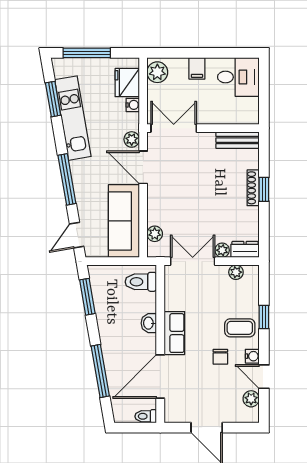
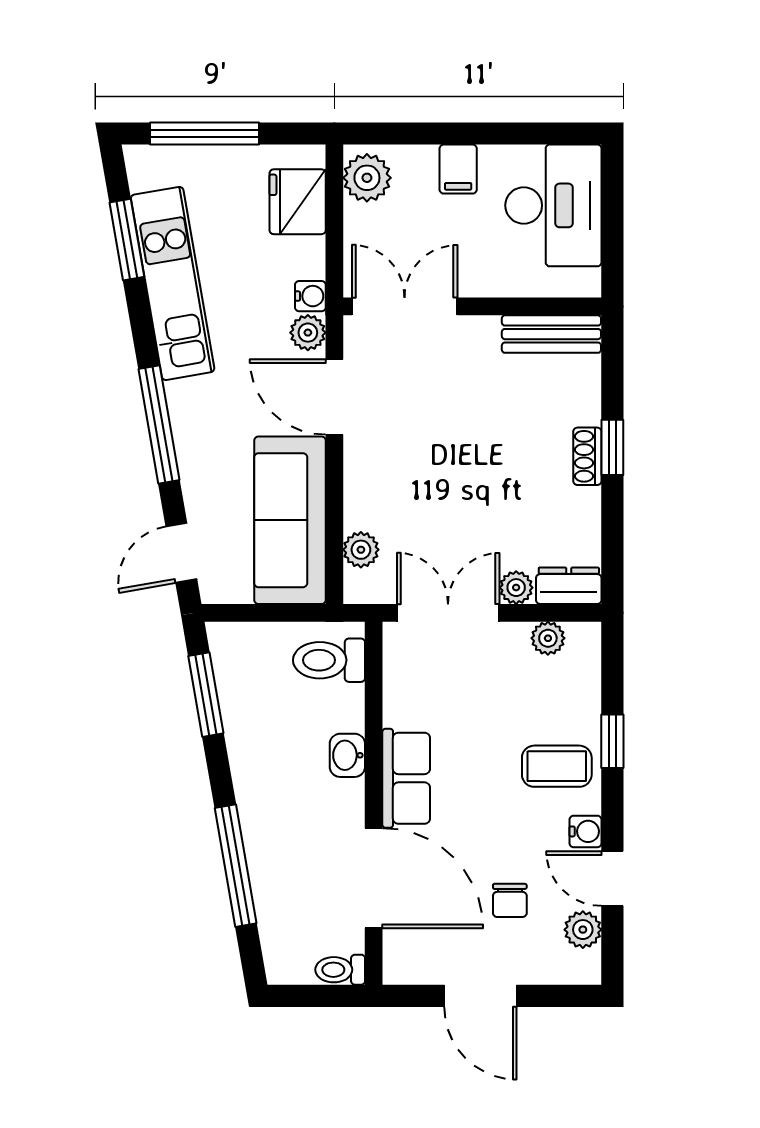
desk: (238, 77) -> (553, 205), width x1.37
water cooler: (133, 105) -> (310, 296), moved
shoe rack: (253, 188) -> (587, 456), width x0.70
chair: (220, 357) -> (510, 900), moved
door: (160, 376) -> (374, 878), swing flipped

